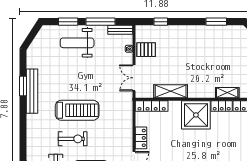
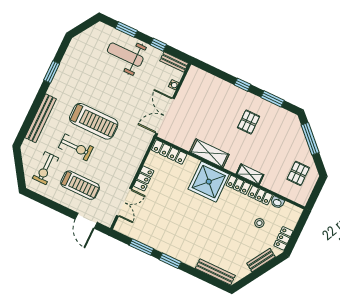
window: (101, 22) -> (158, 45), width x0.46
window: (161, 22) -> (243, 85), moved
pallet: (146, 50) -> (249, 122), moved, turned 90
double door: (134, 78) -> (165, 116), width x1.37
bench: (32, 91) -> (41, 118), moved
shelving: (171, 91) -> (209, 153), moved

